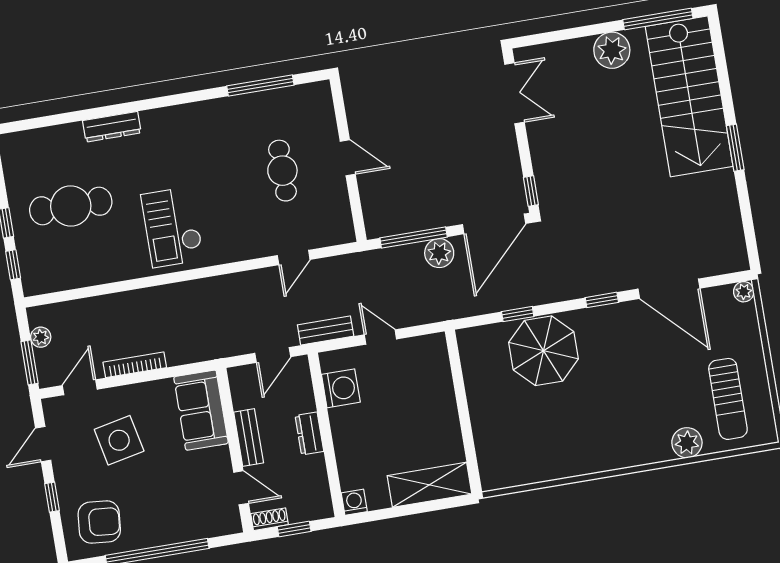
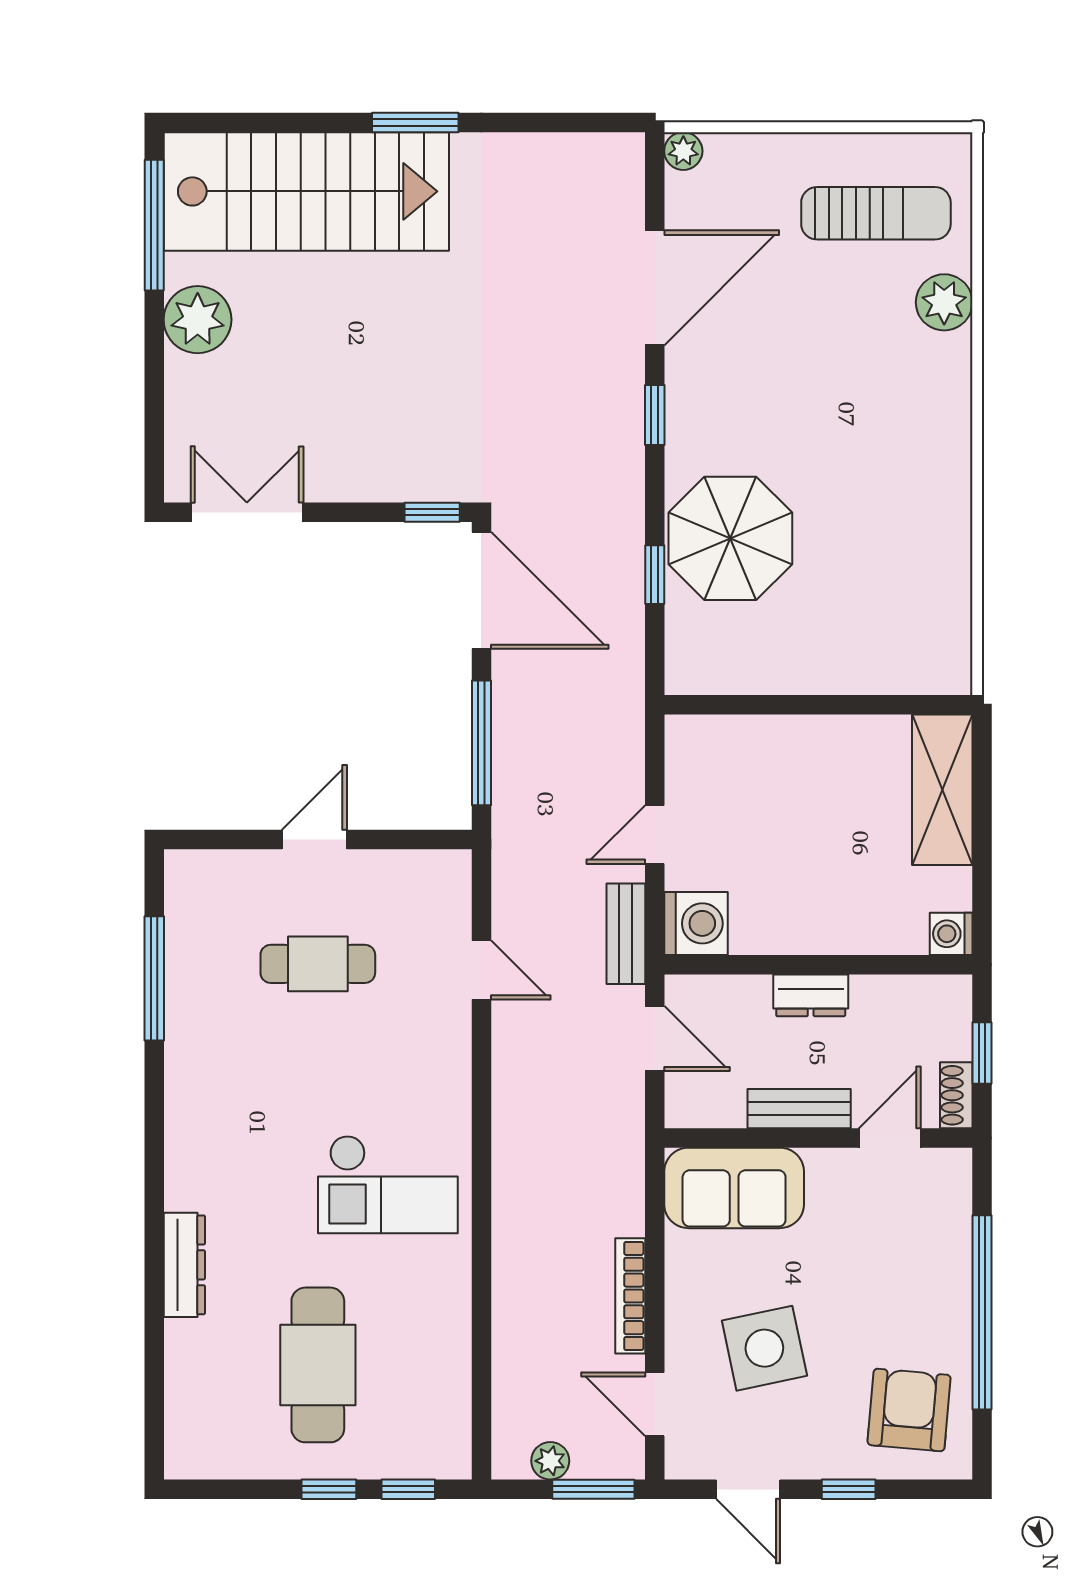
plant: (439, 253) -> (518, 700), removed
washing machine: (341, 388) -> (696, 923), moved, turned 90

